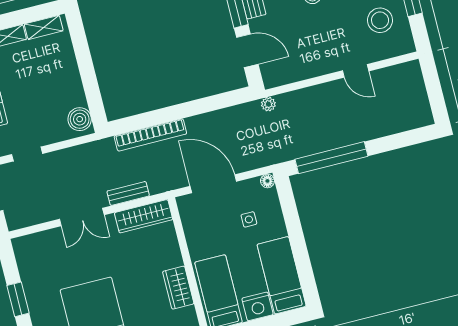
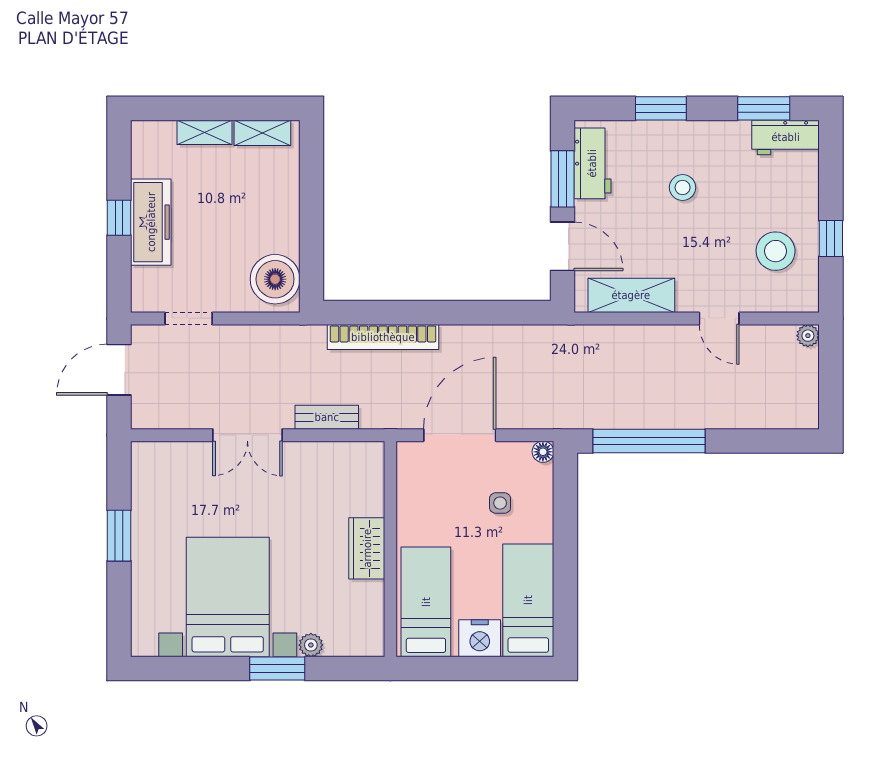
shelving: (298, 70) -> (631, 295), added
plant: (268, 104) -> (808, 336), moved
boiler: (80, 119) -> (275, 279), width x1.37, depth x1.37
door: (213, 184) -> (460, 435), hinge flipped
wardrobe: (144, 216) -> (341, 458), removed
wardrobe: (178, 288) -> (367, 548), moved

